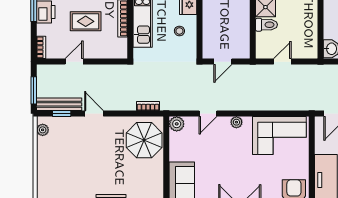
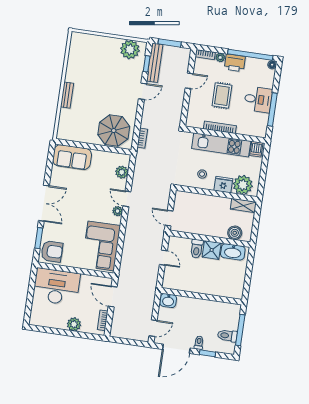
plant: (42, 30) -> (220, 58), added
door: (74, 62) -> (189, 81), hinge flipped
door: (223, 62) -> (169, 218), moved
door: (208, 113) -> (127, 199), moved
plant: (177, 124) -> (122, 172), moved
plant: (43, 130) -> (130, 49), width x1.88, depth x1.88

